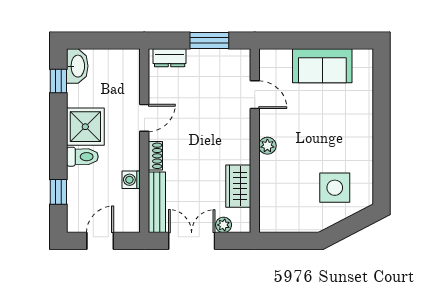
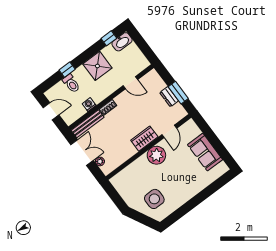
dresser: (170, 58) -> (169, 97), moved
door: (144, 118) -> (130, 83), moved
plant: (267, 146) -> (156, 155), width x1.87, depth x1.87
toilet: (82, 157) -> (71, 84), moved
wardrobe: (238, 186) -> (144, 139), moved
window: (58, 192) -> (67, 70), moved

